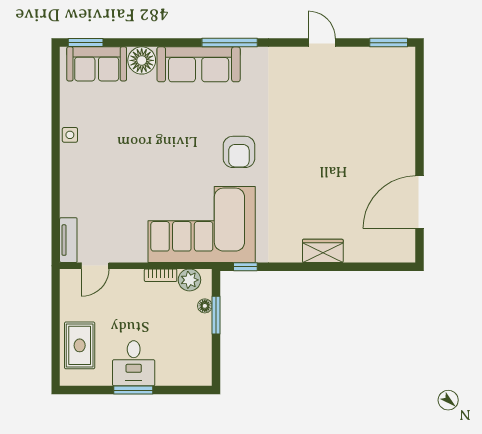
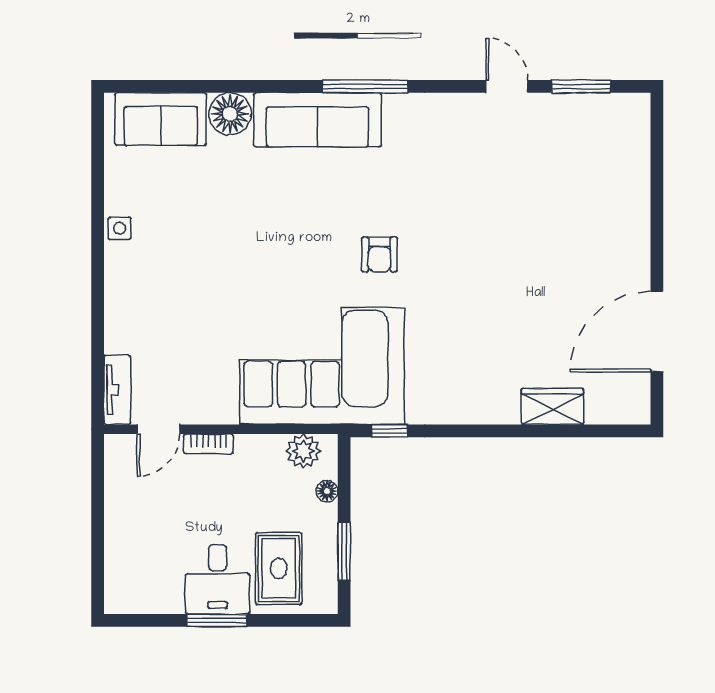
window: (86, 43) -> (144, 86), removed
window: (389, 43) -> (581, 86), moved
armchair: (239, 152) -> (379, 254), width x0.72, depth x0.72
wardrobe: (323, 251) -> (552, 406), moved
bookcase: (161, 275) -> (209, 444), moved
window: (216, 315) -> (344, 551), moved
rug: (80, 345) -> (279, 568), moved

